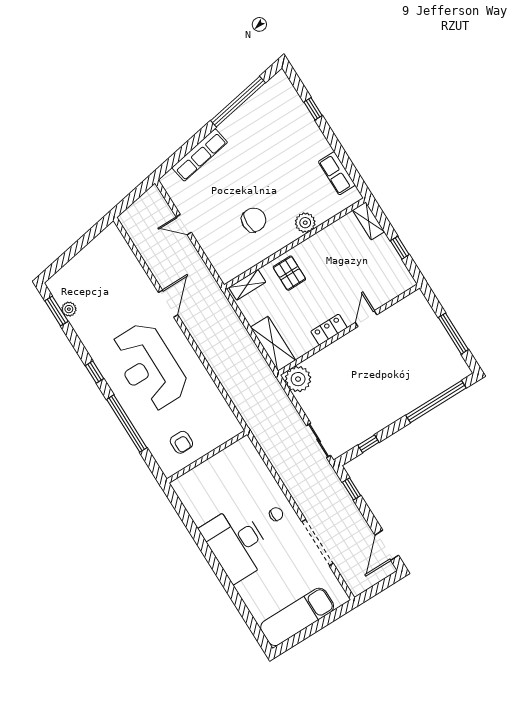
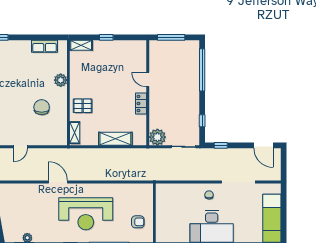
door: (366, 319) -> (148, 80), moved
locker: (329, 330) -> (141, 103), moved
wall: (349, 330) -> (148, 93), moved
plant: (298, 379) -> (157, 137), moved

